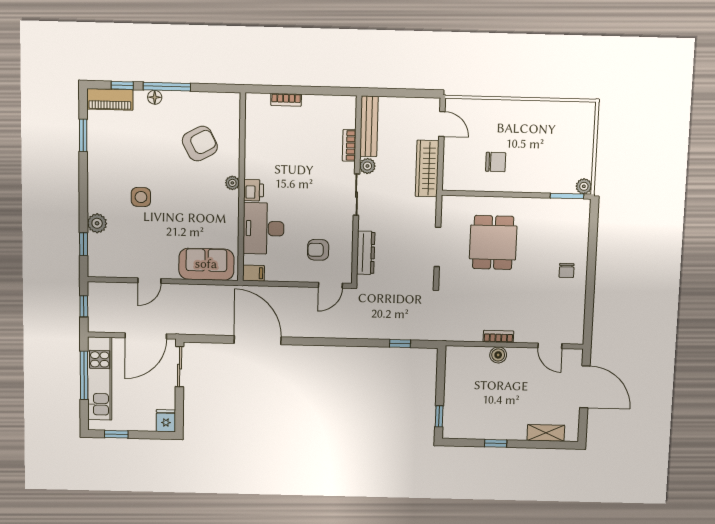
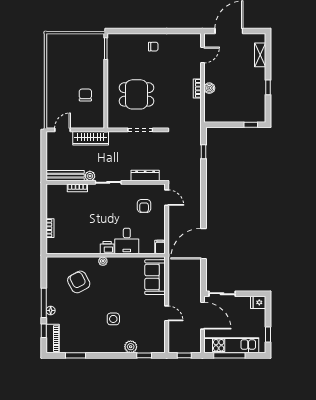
plant: (584, 186) -> (99, 38), removed
desk: (264, 228) -> (127, 241), width x0.73

